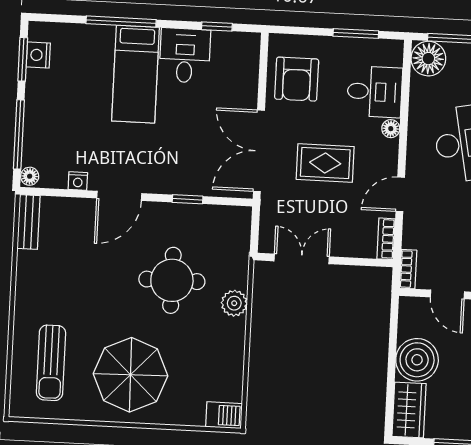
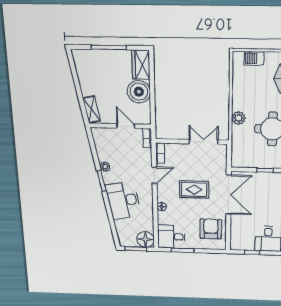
desk: (375, 92) -> (171, 237), moved
double door: (302, 259) -> (204, 142), swing flipped
barbecue: (224, 415) -> (254, 58), moved

